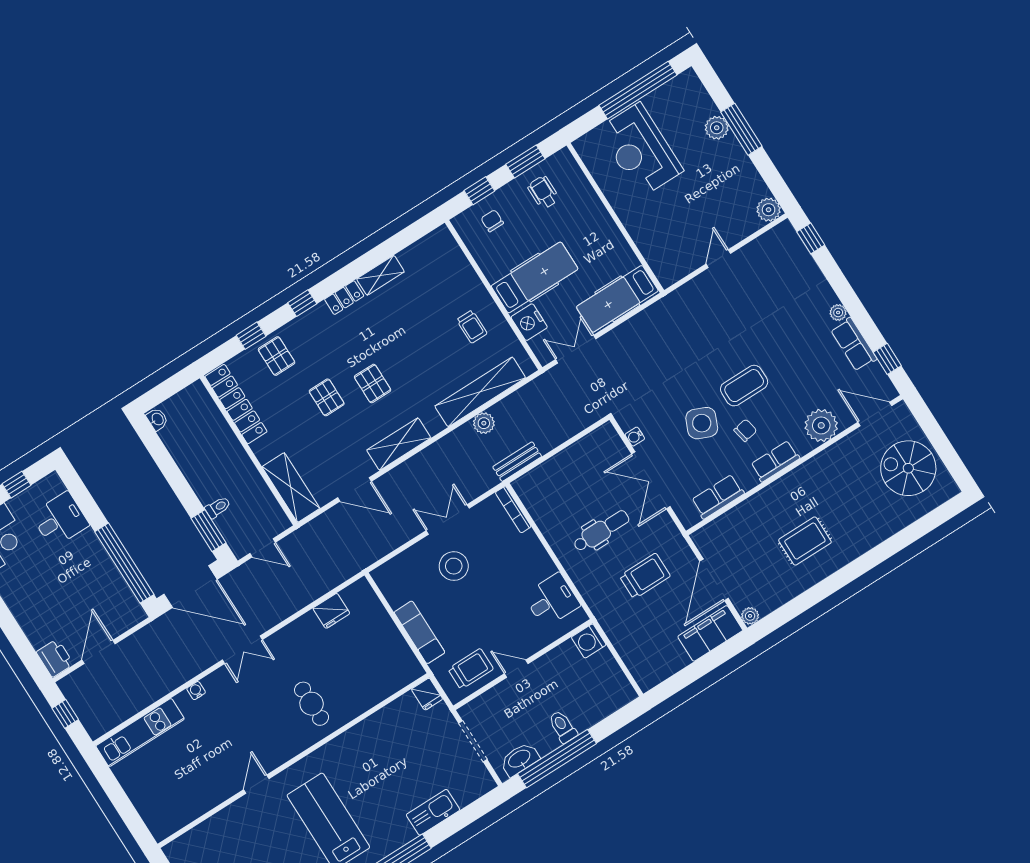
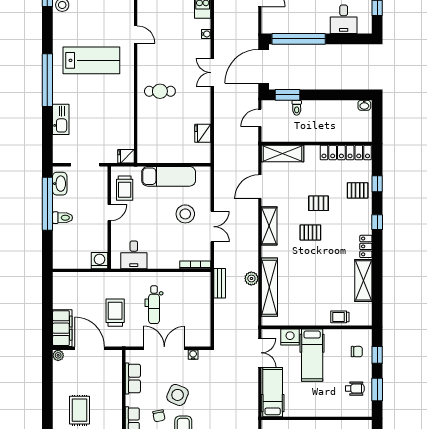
shelving: (380, 275) -> (363, 280), width x1.50, depth x1.33
trolley: (472, 327) -> (340, 317), moved
trolley: (645, 576) -> (115, 313), turned 180
exam couch: (419, 632) -> (169, 176), width x1.36, depth x1.45

